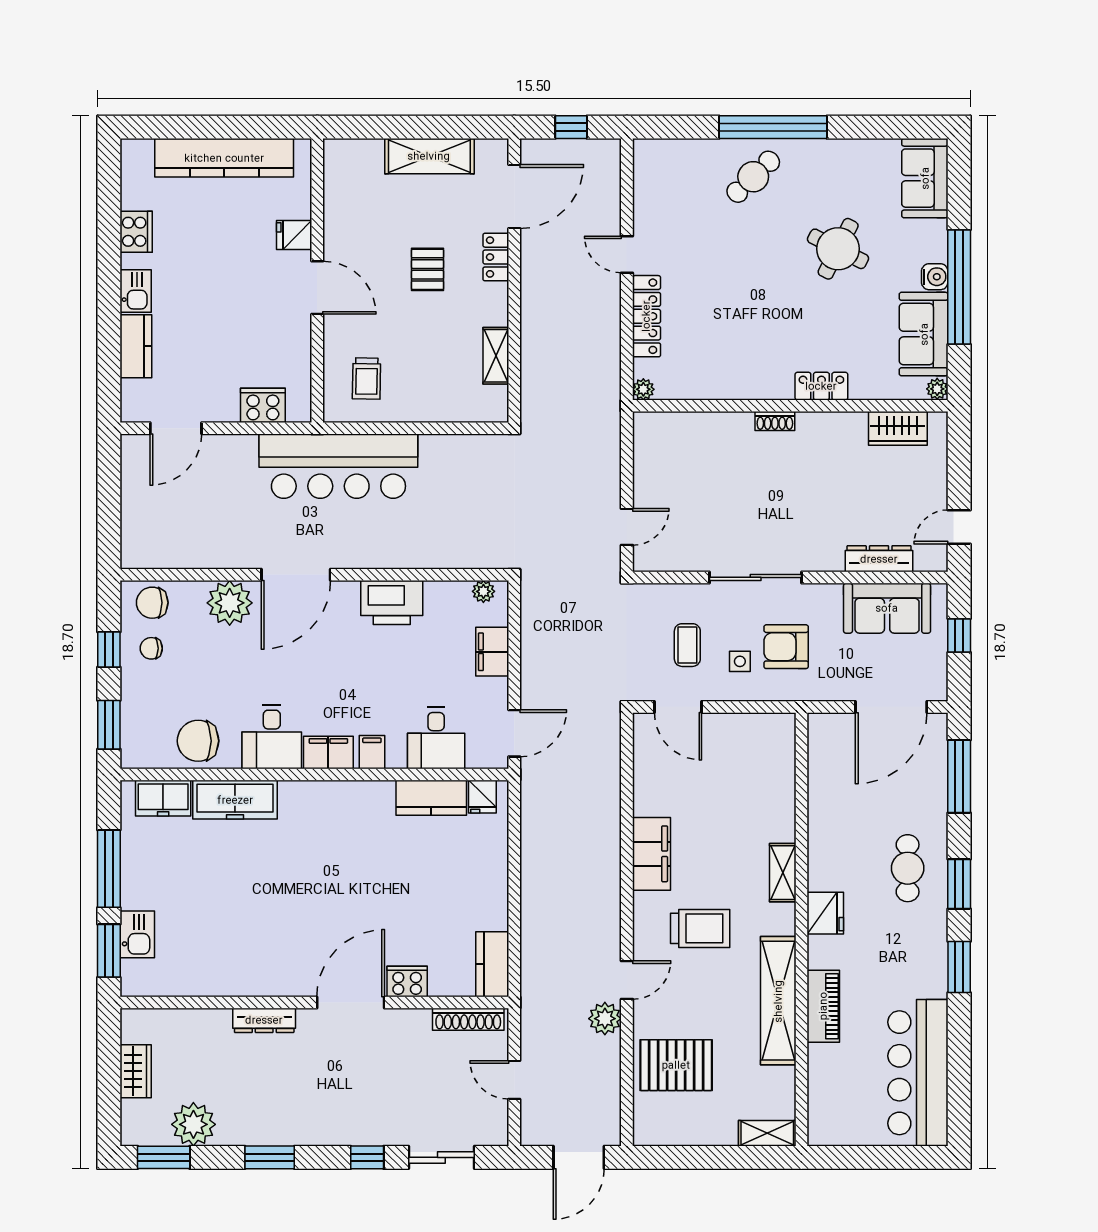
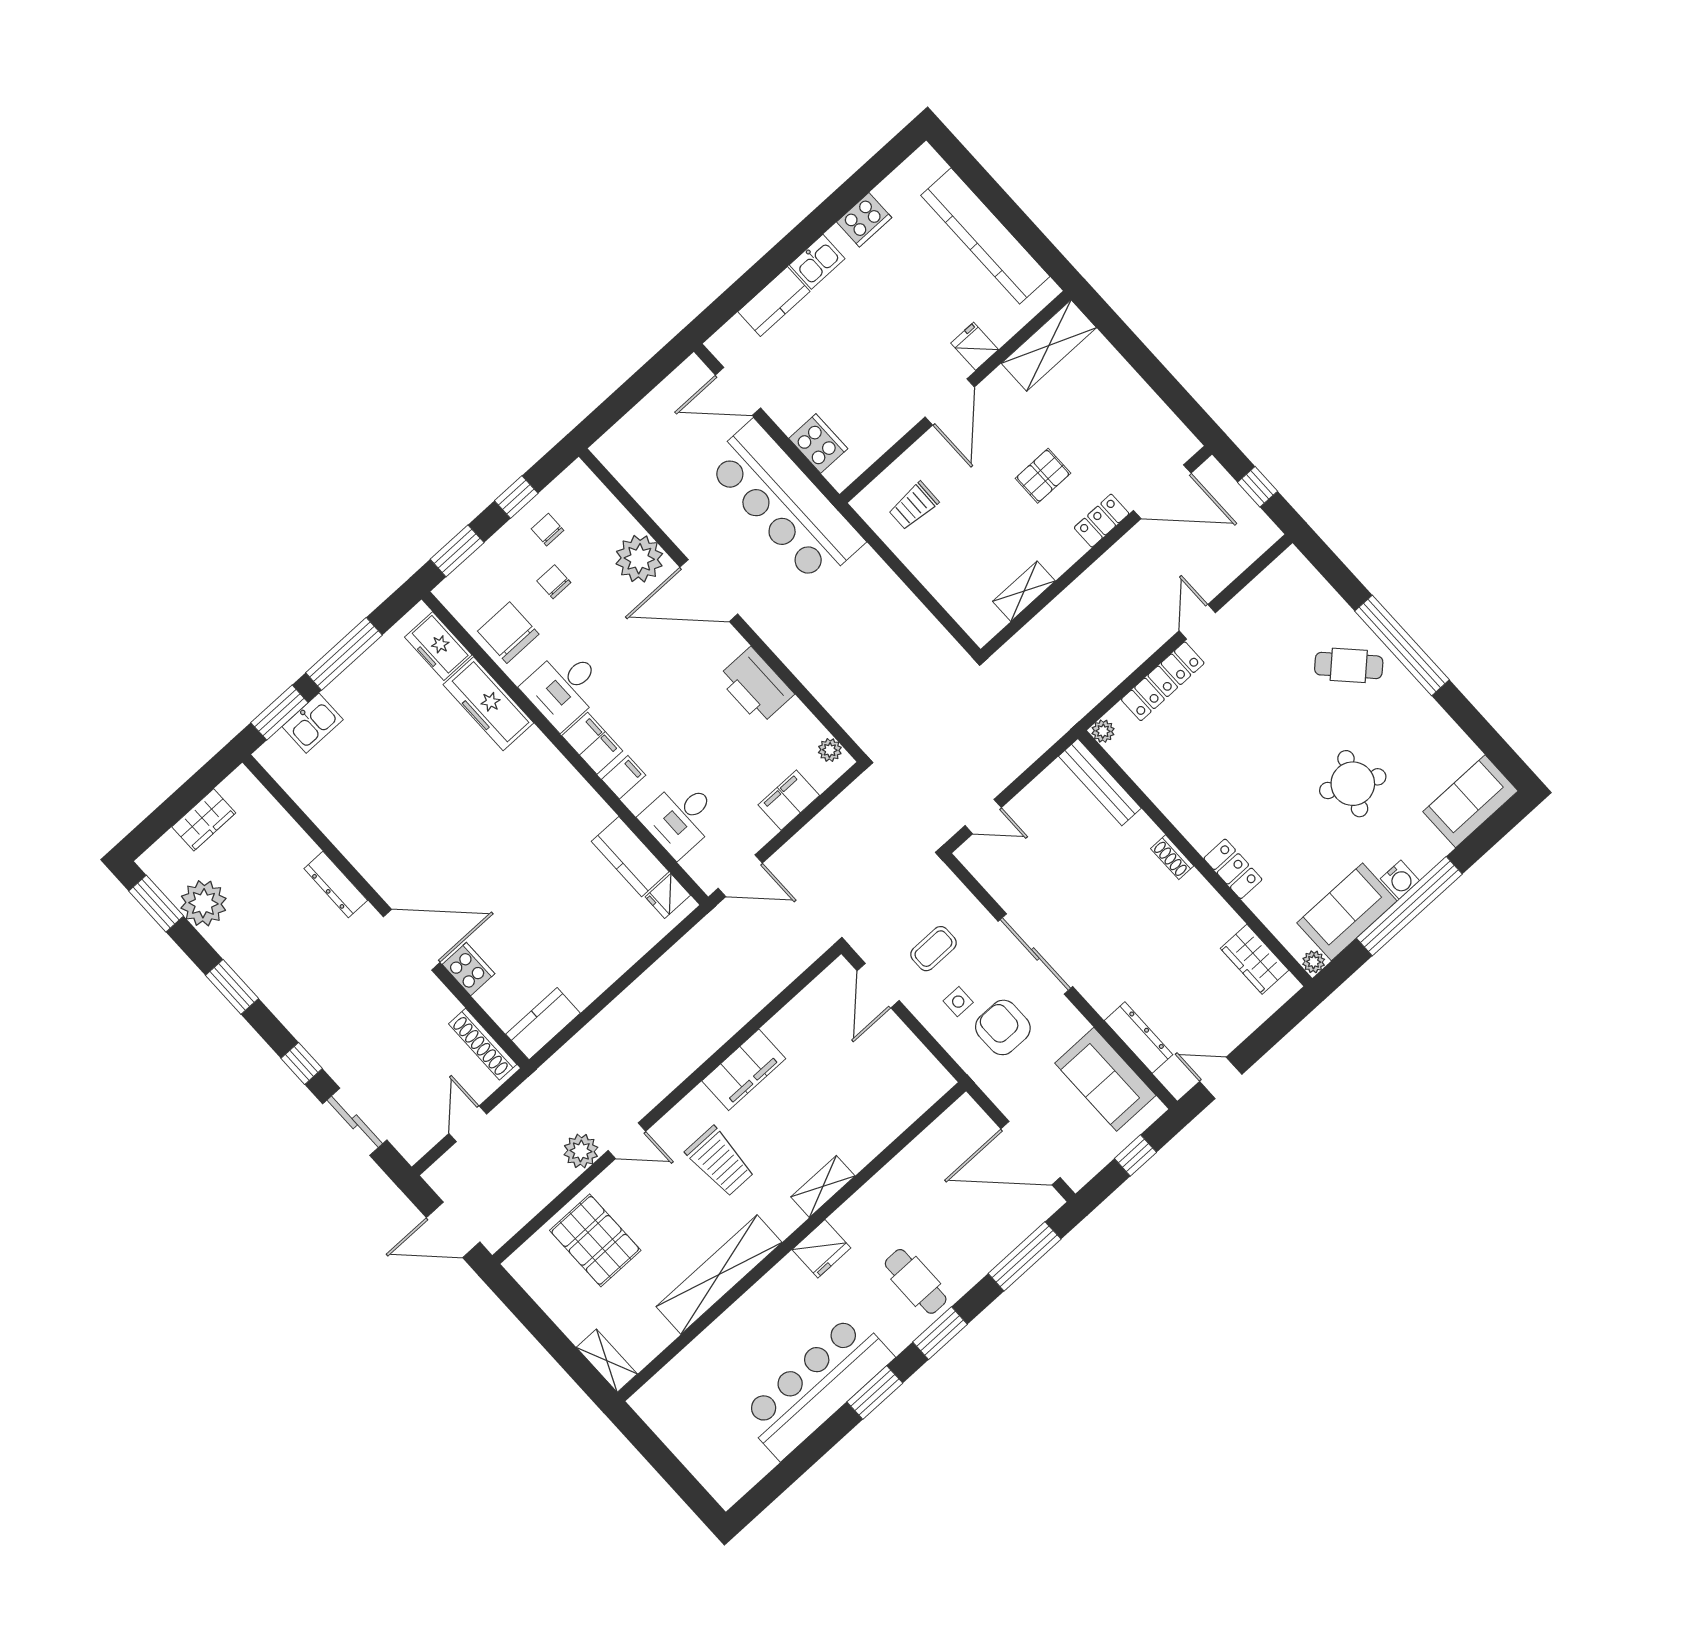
shelving: (429, 156) -> (1049, 346), moved, turned 90
bench: (677, 424) -> (1100, 782), added
bar counter: (338, 466) -> (785, 503), moved
chair: (152, 603) -> (554, 582), moved, width x0.73, depth x0.73
cafe table: (908, 868) -> (916, 1281), turned 90
piano: (823, 1006) -> (747, 1314), removed
bar counter: (918, 1073) -> (817, 1386), moved

